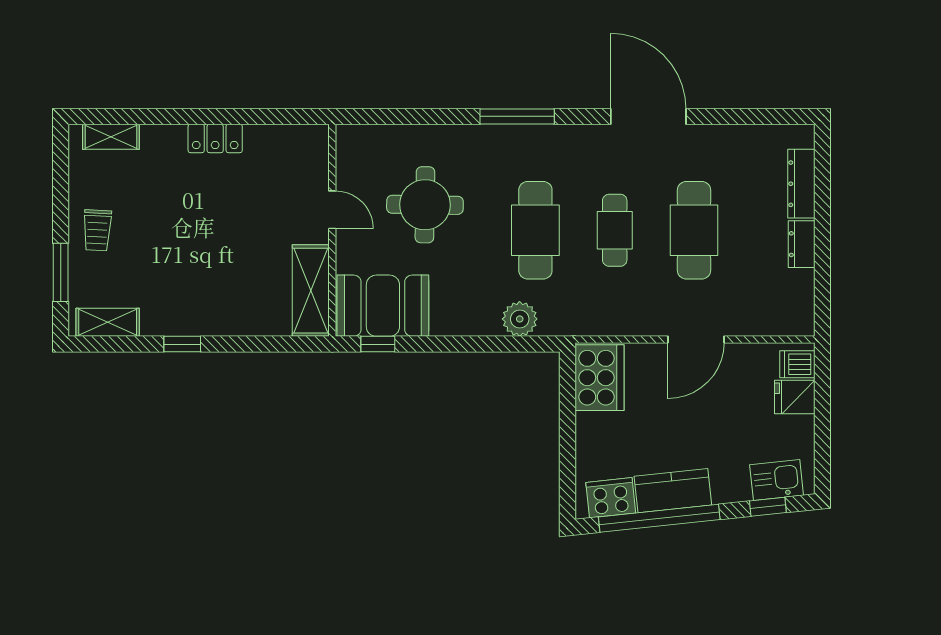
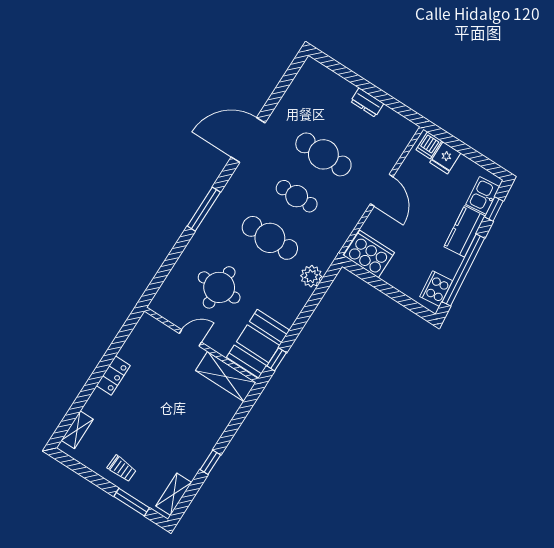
dresser: (801, 184) -> (335, 82), removed
kitchen counter: (673, 491) -> (465, 231), moved

